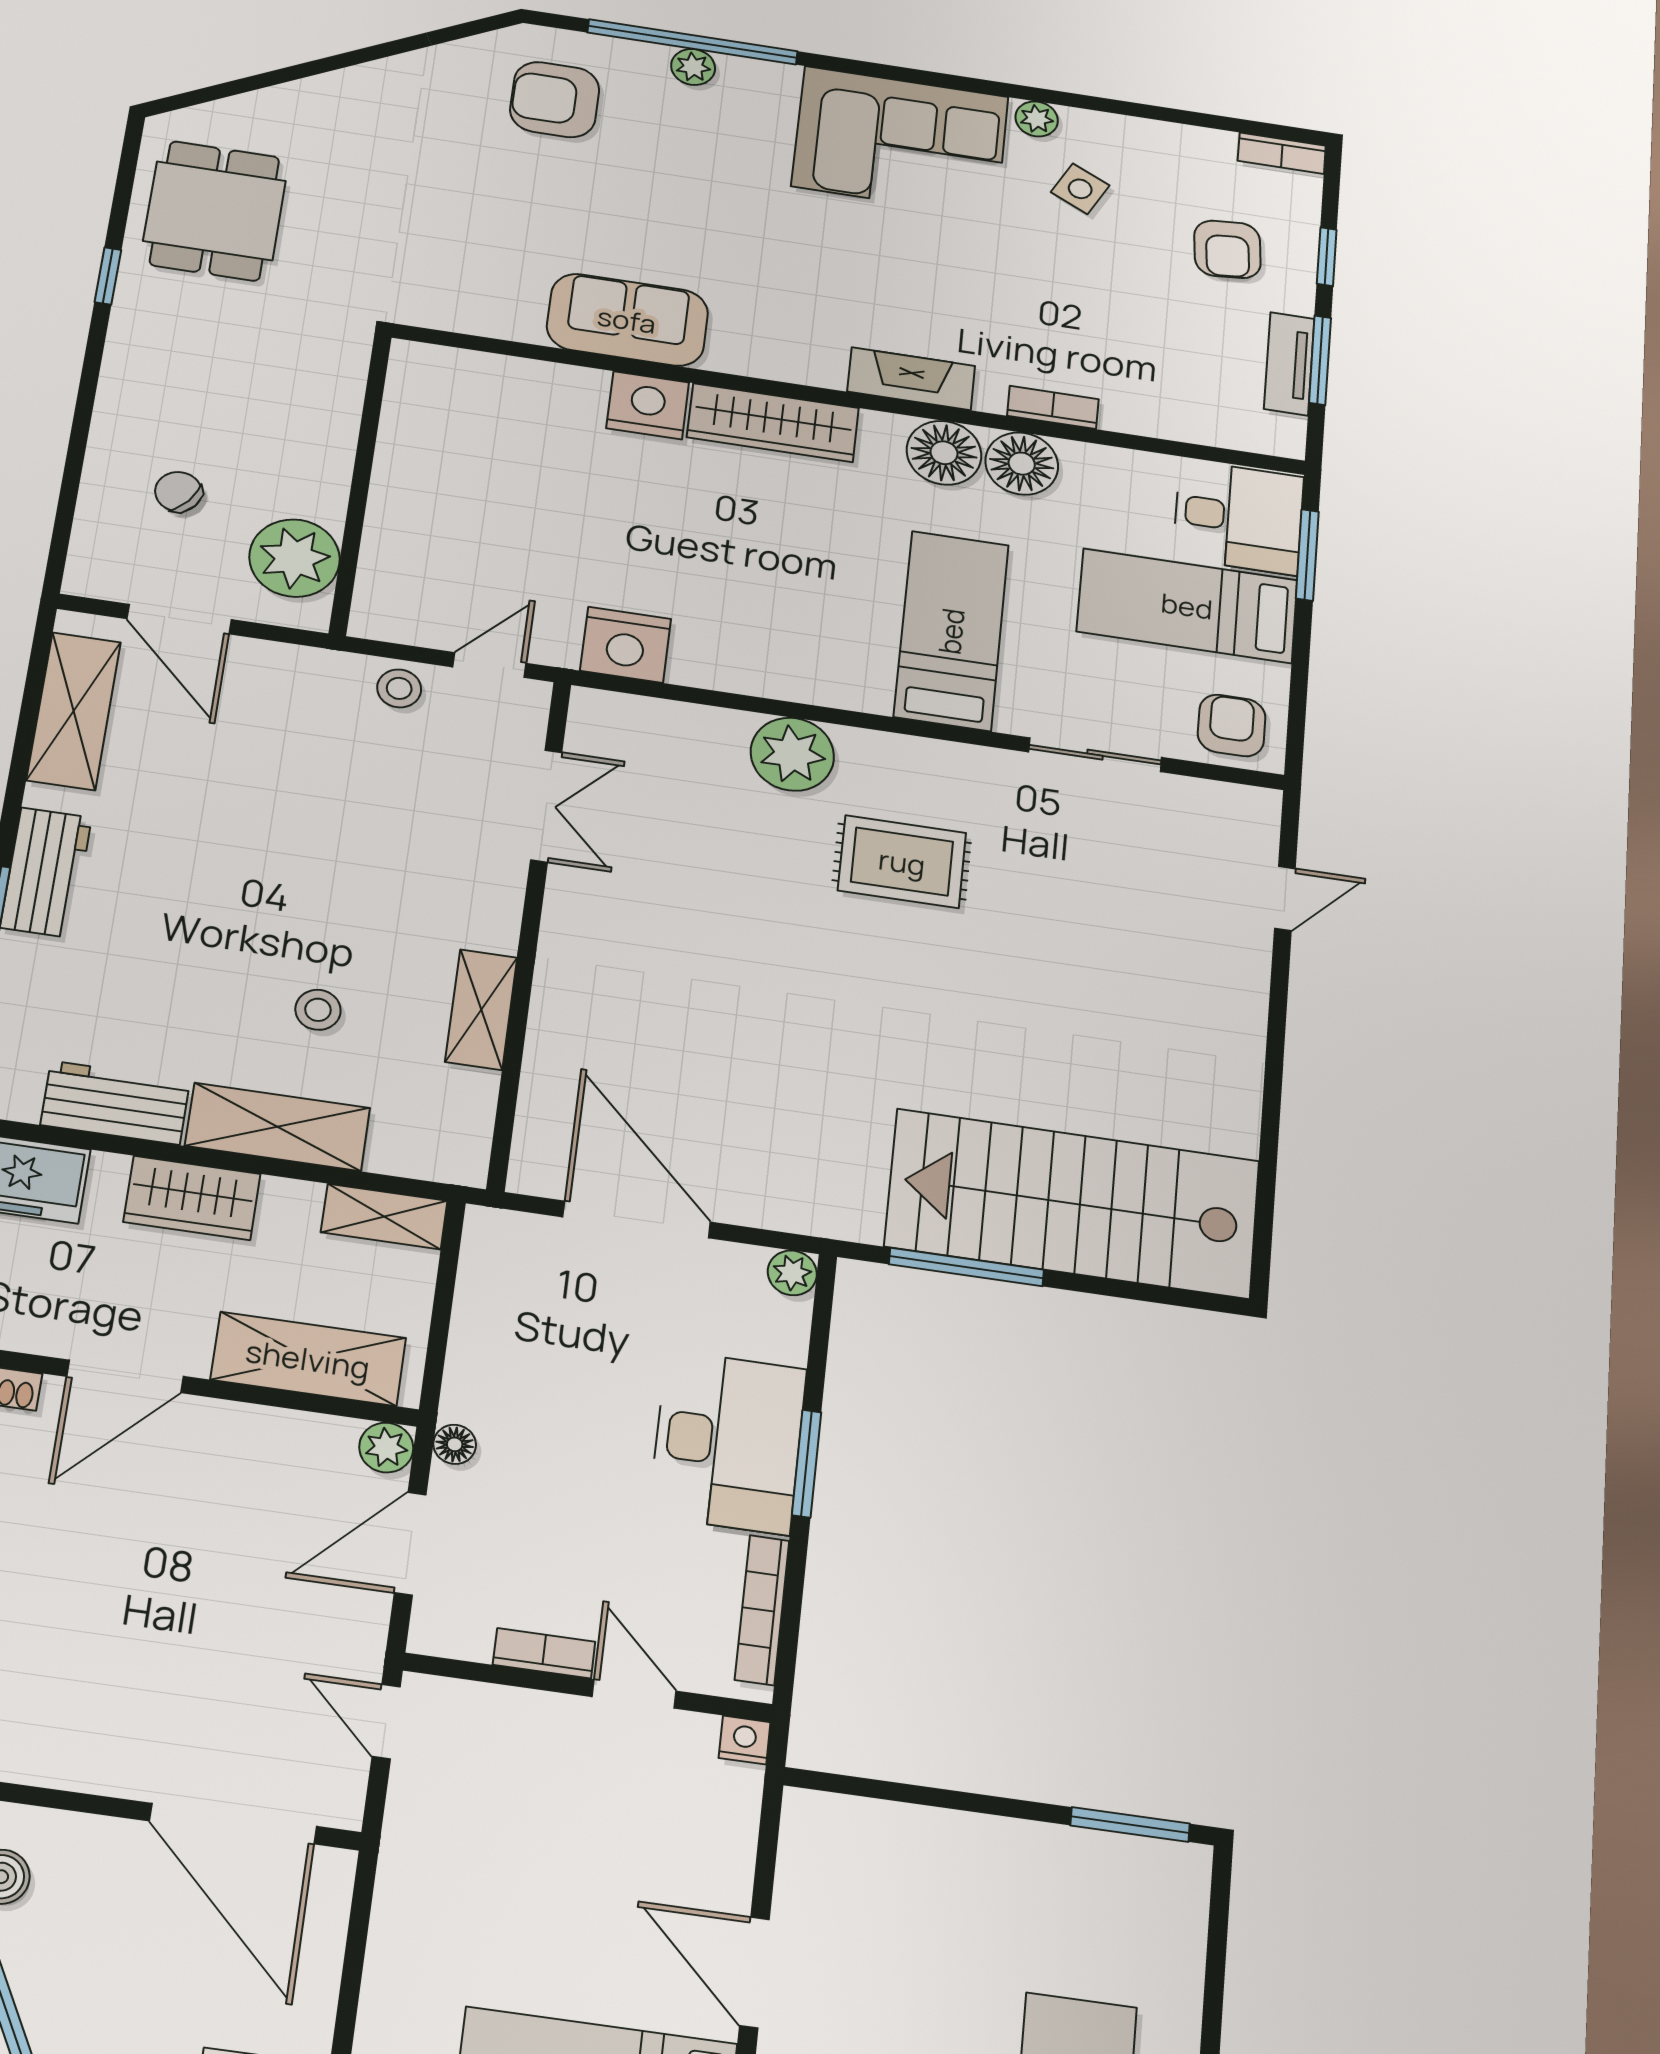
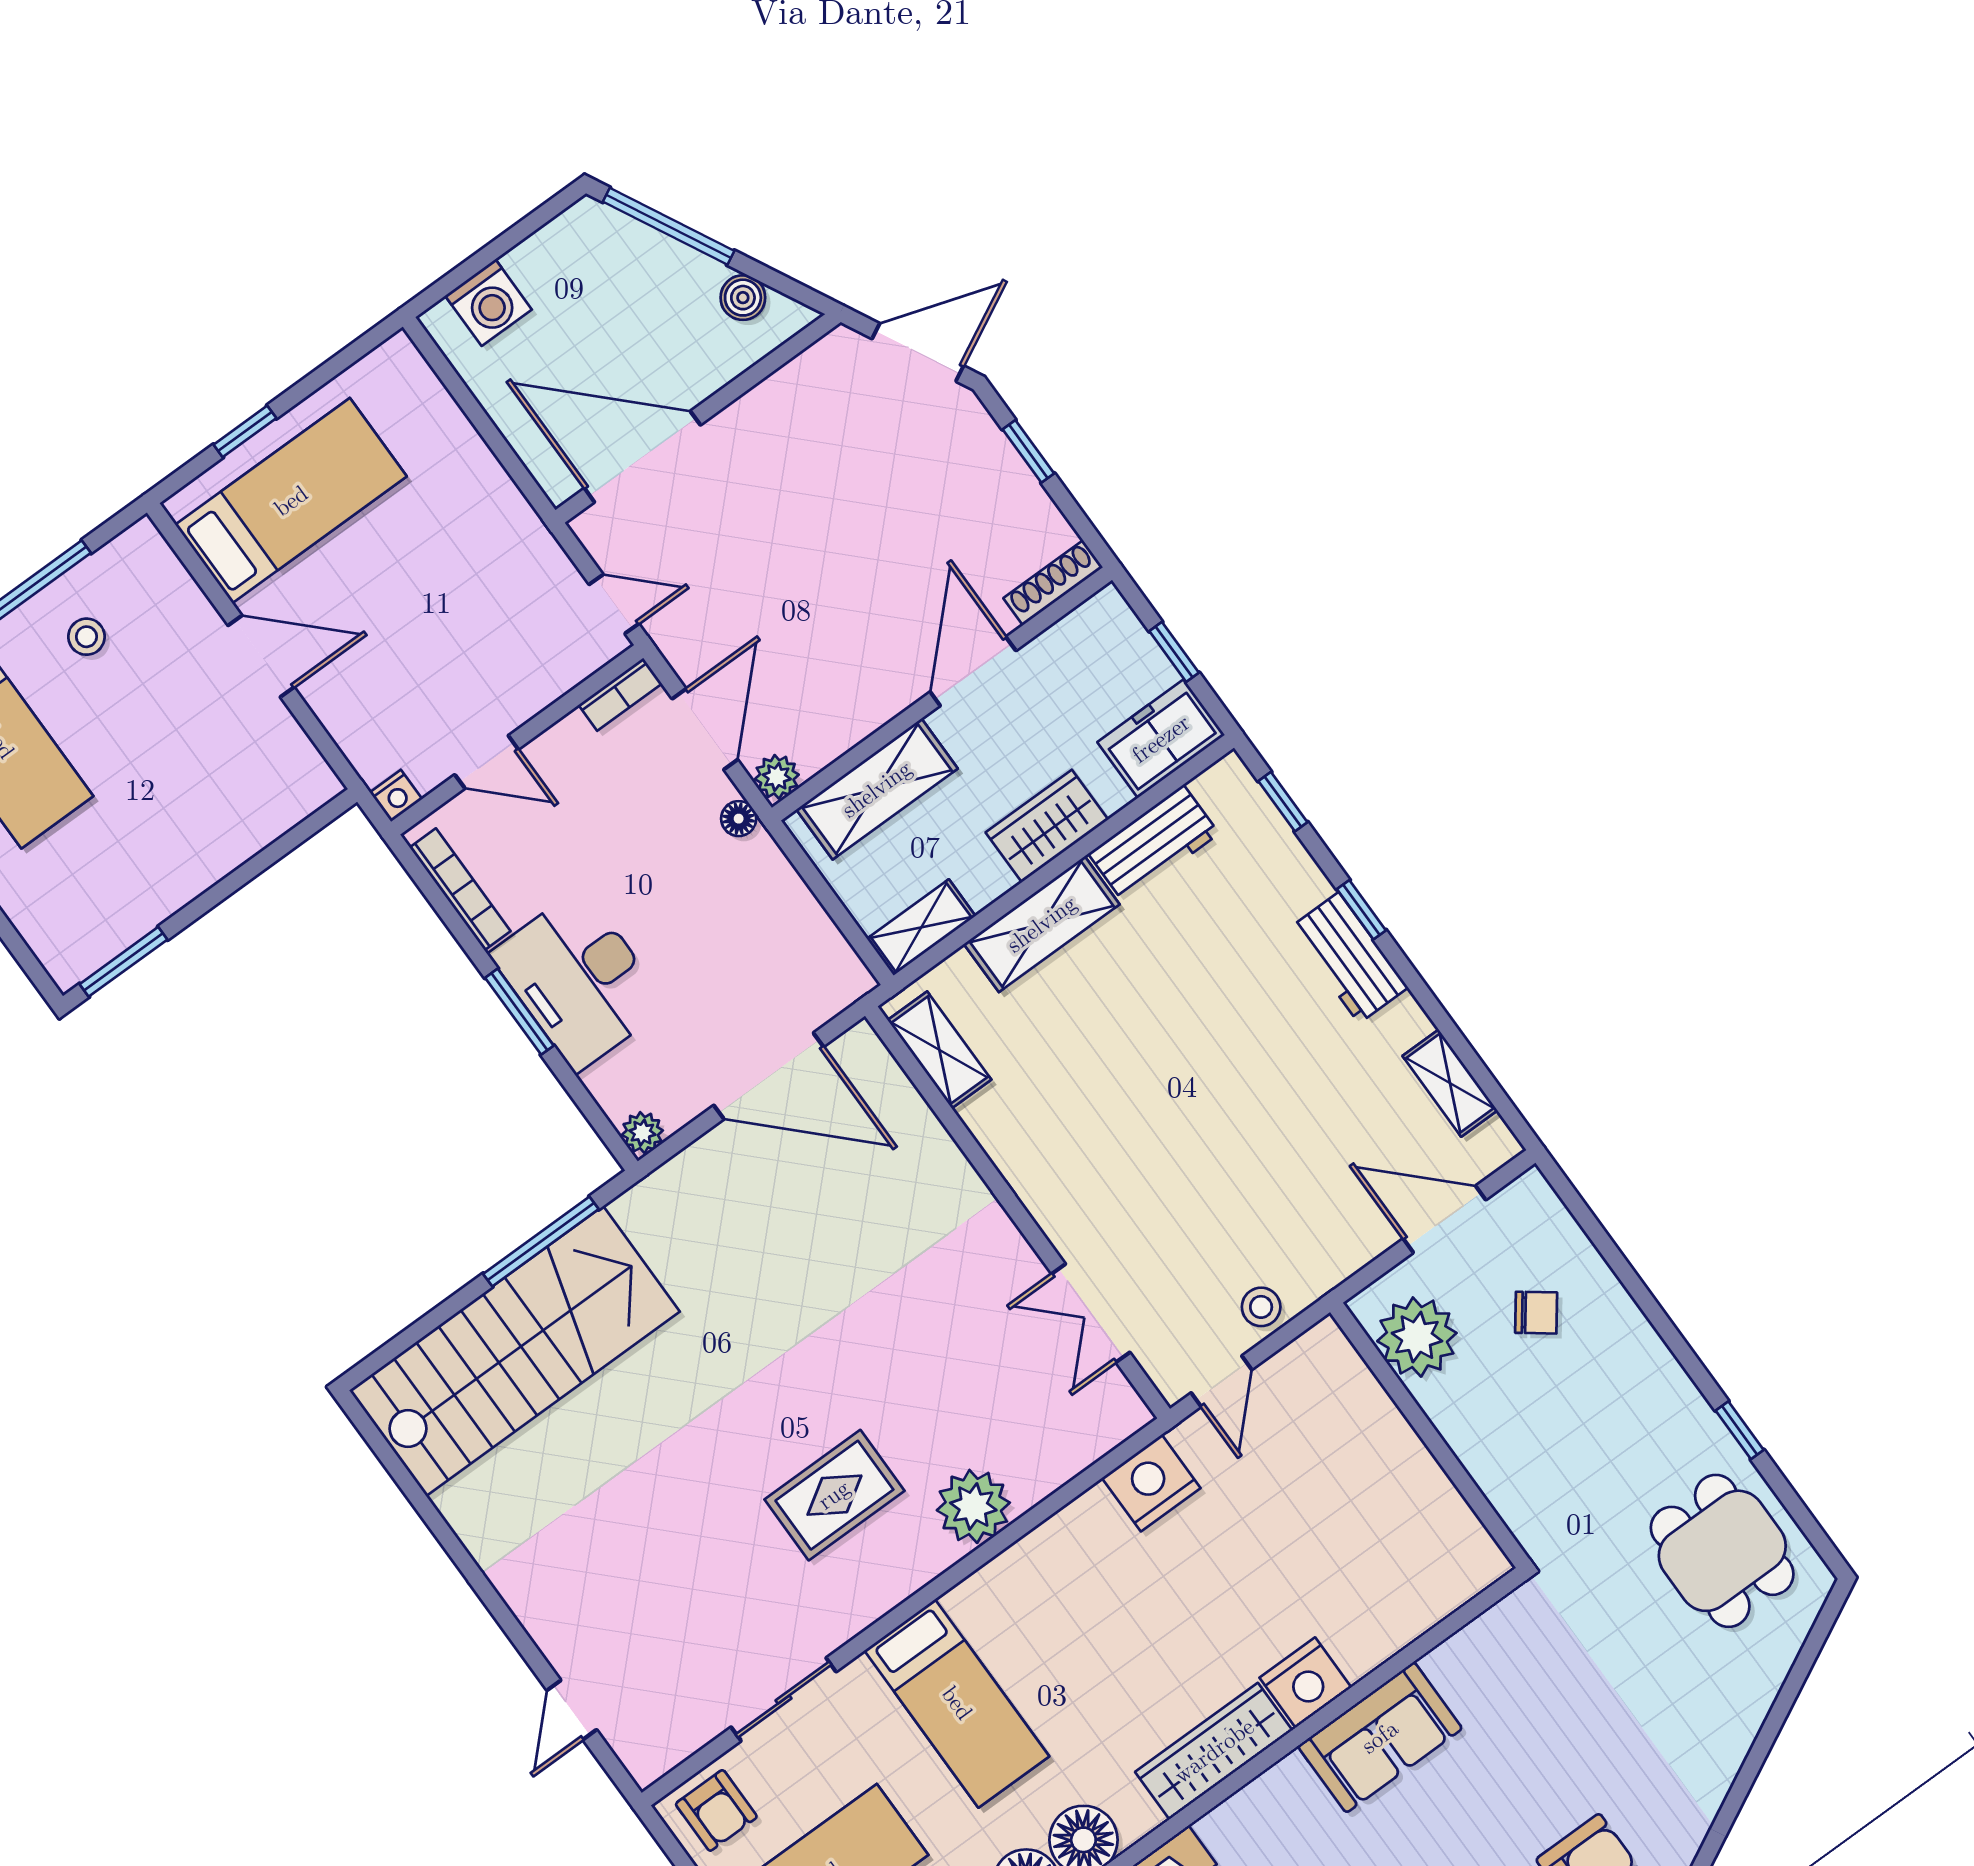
shelving: (74, 711) -> (1450, 1083), width x0.67, depth x0.75
stool: (318, 1010) -> (1094, 1028), removed
shelving: (481, 1010) -> (939, 1050), moved
bookcase: (544, 1653) -> (620, 694), moved

